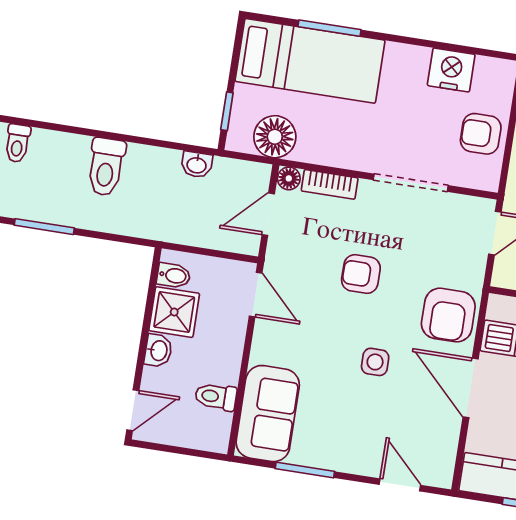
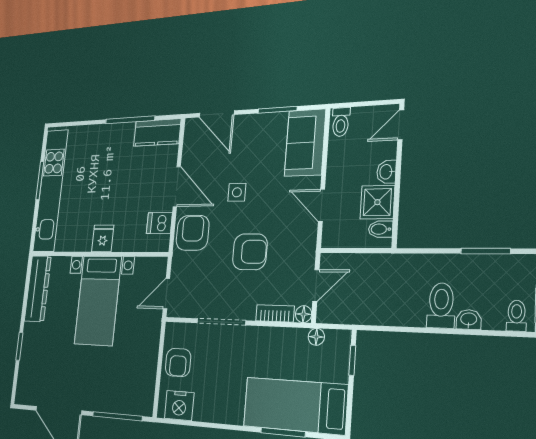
nightstand: (451, 70) -> (179, 406), moved
armchair: (481, 134) -> (178, 362), turned 90
floor lamp: (275, 137) -> (316, 337), width x0.53, depth x0.53
washbasin: (197, 165) -> (469, 320), moved
armchair: (361, 274) -> (250, 252), width x1.38, depth x1.38
door: (256, 295) -> (321, 205), moved
toilet: (216, 397) -> (341, 122), moved, turned 90
door: (400, 485) -> (217, 114), width x1.38

